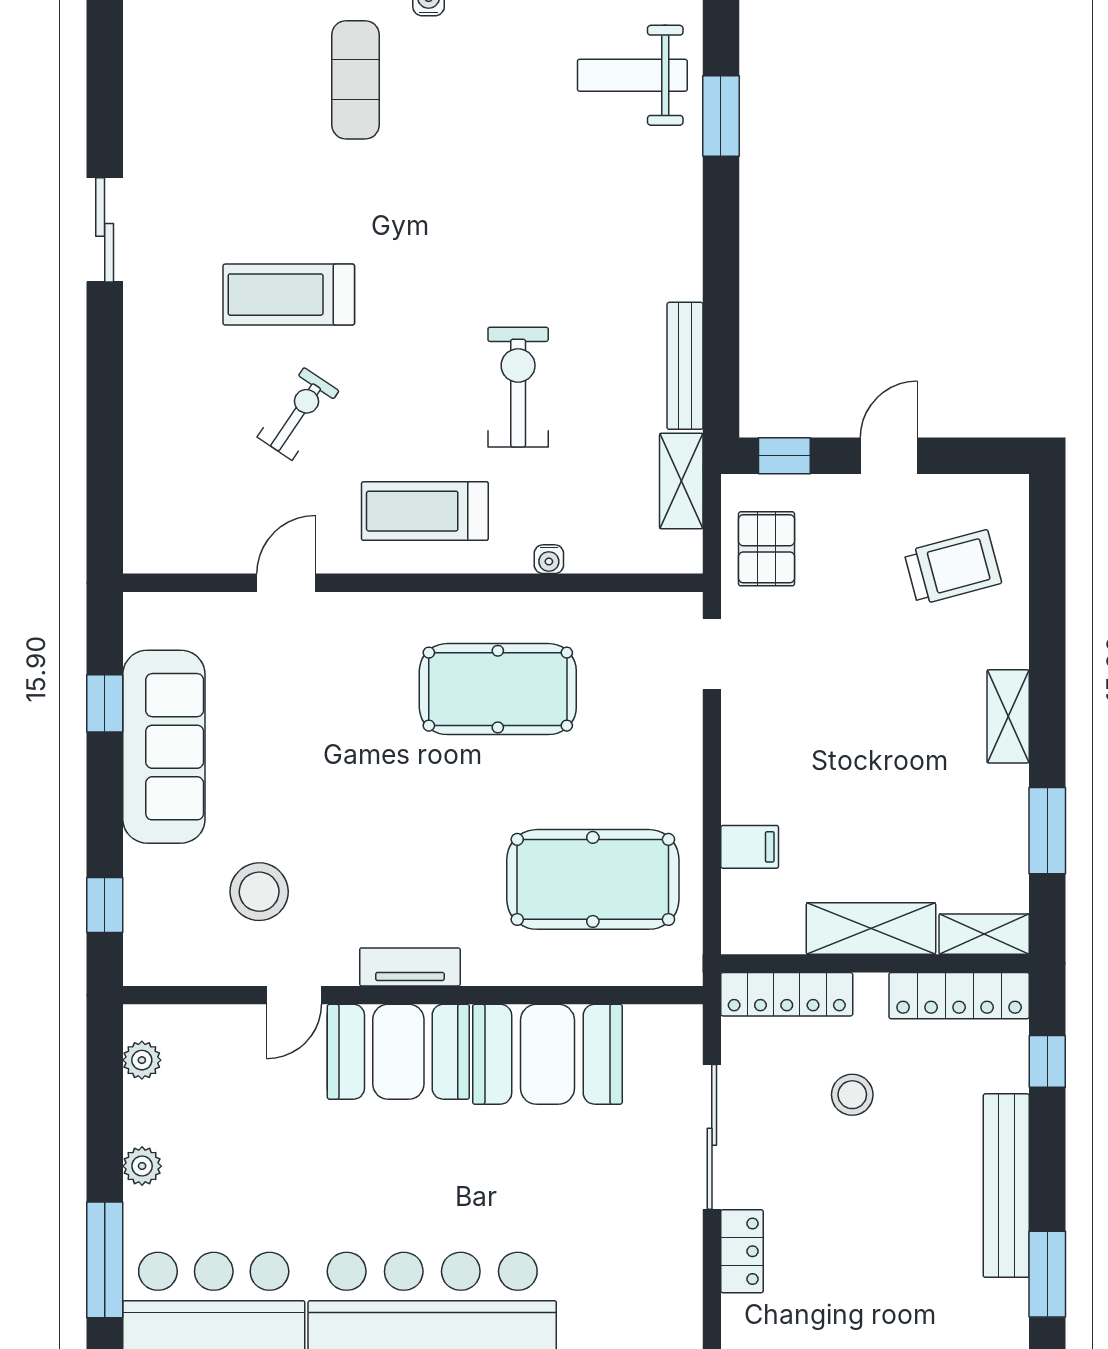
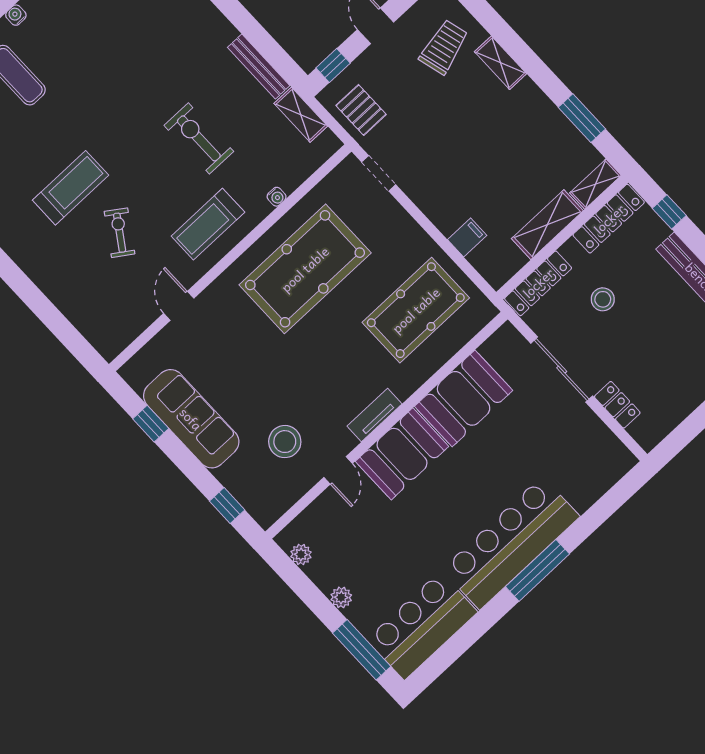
treadmill: (289, 295) -> (71, 188), turned 180
pool table: (498, 689) -> (305, 269), width x1.36, depth x1.32
shelving: (1008, 716) -> (501, 63), moved

